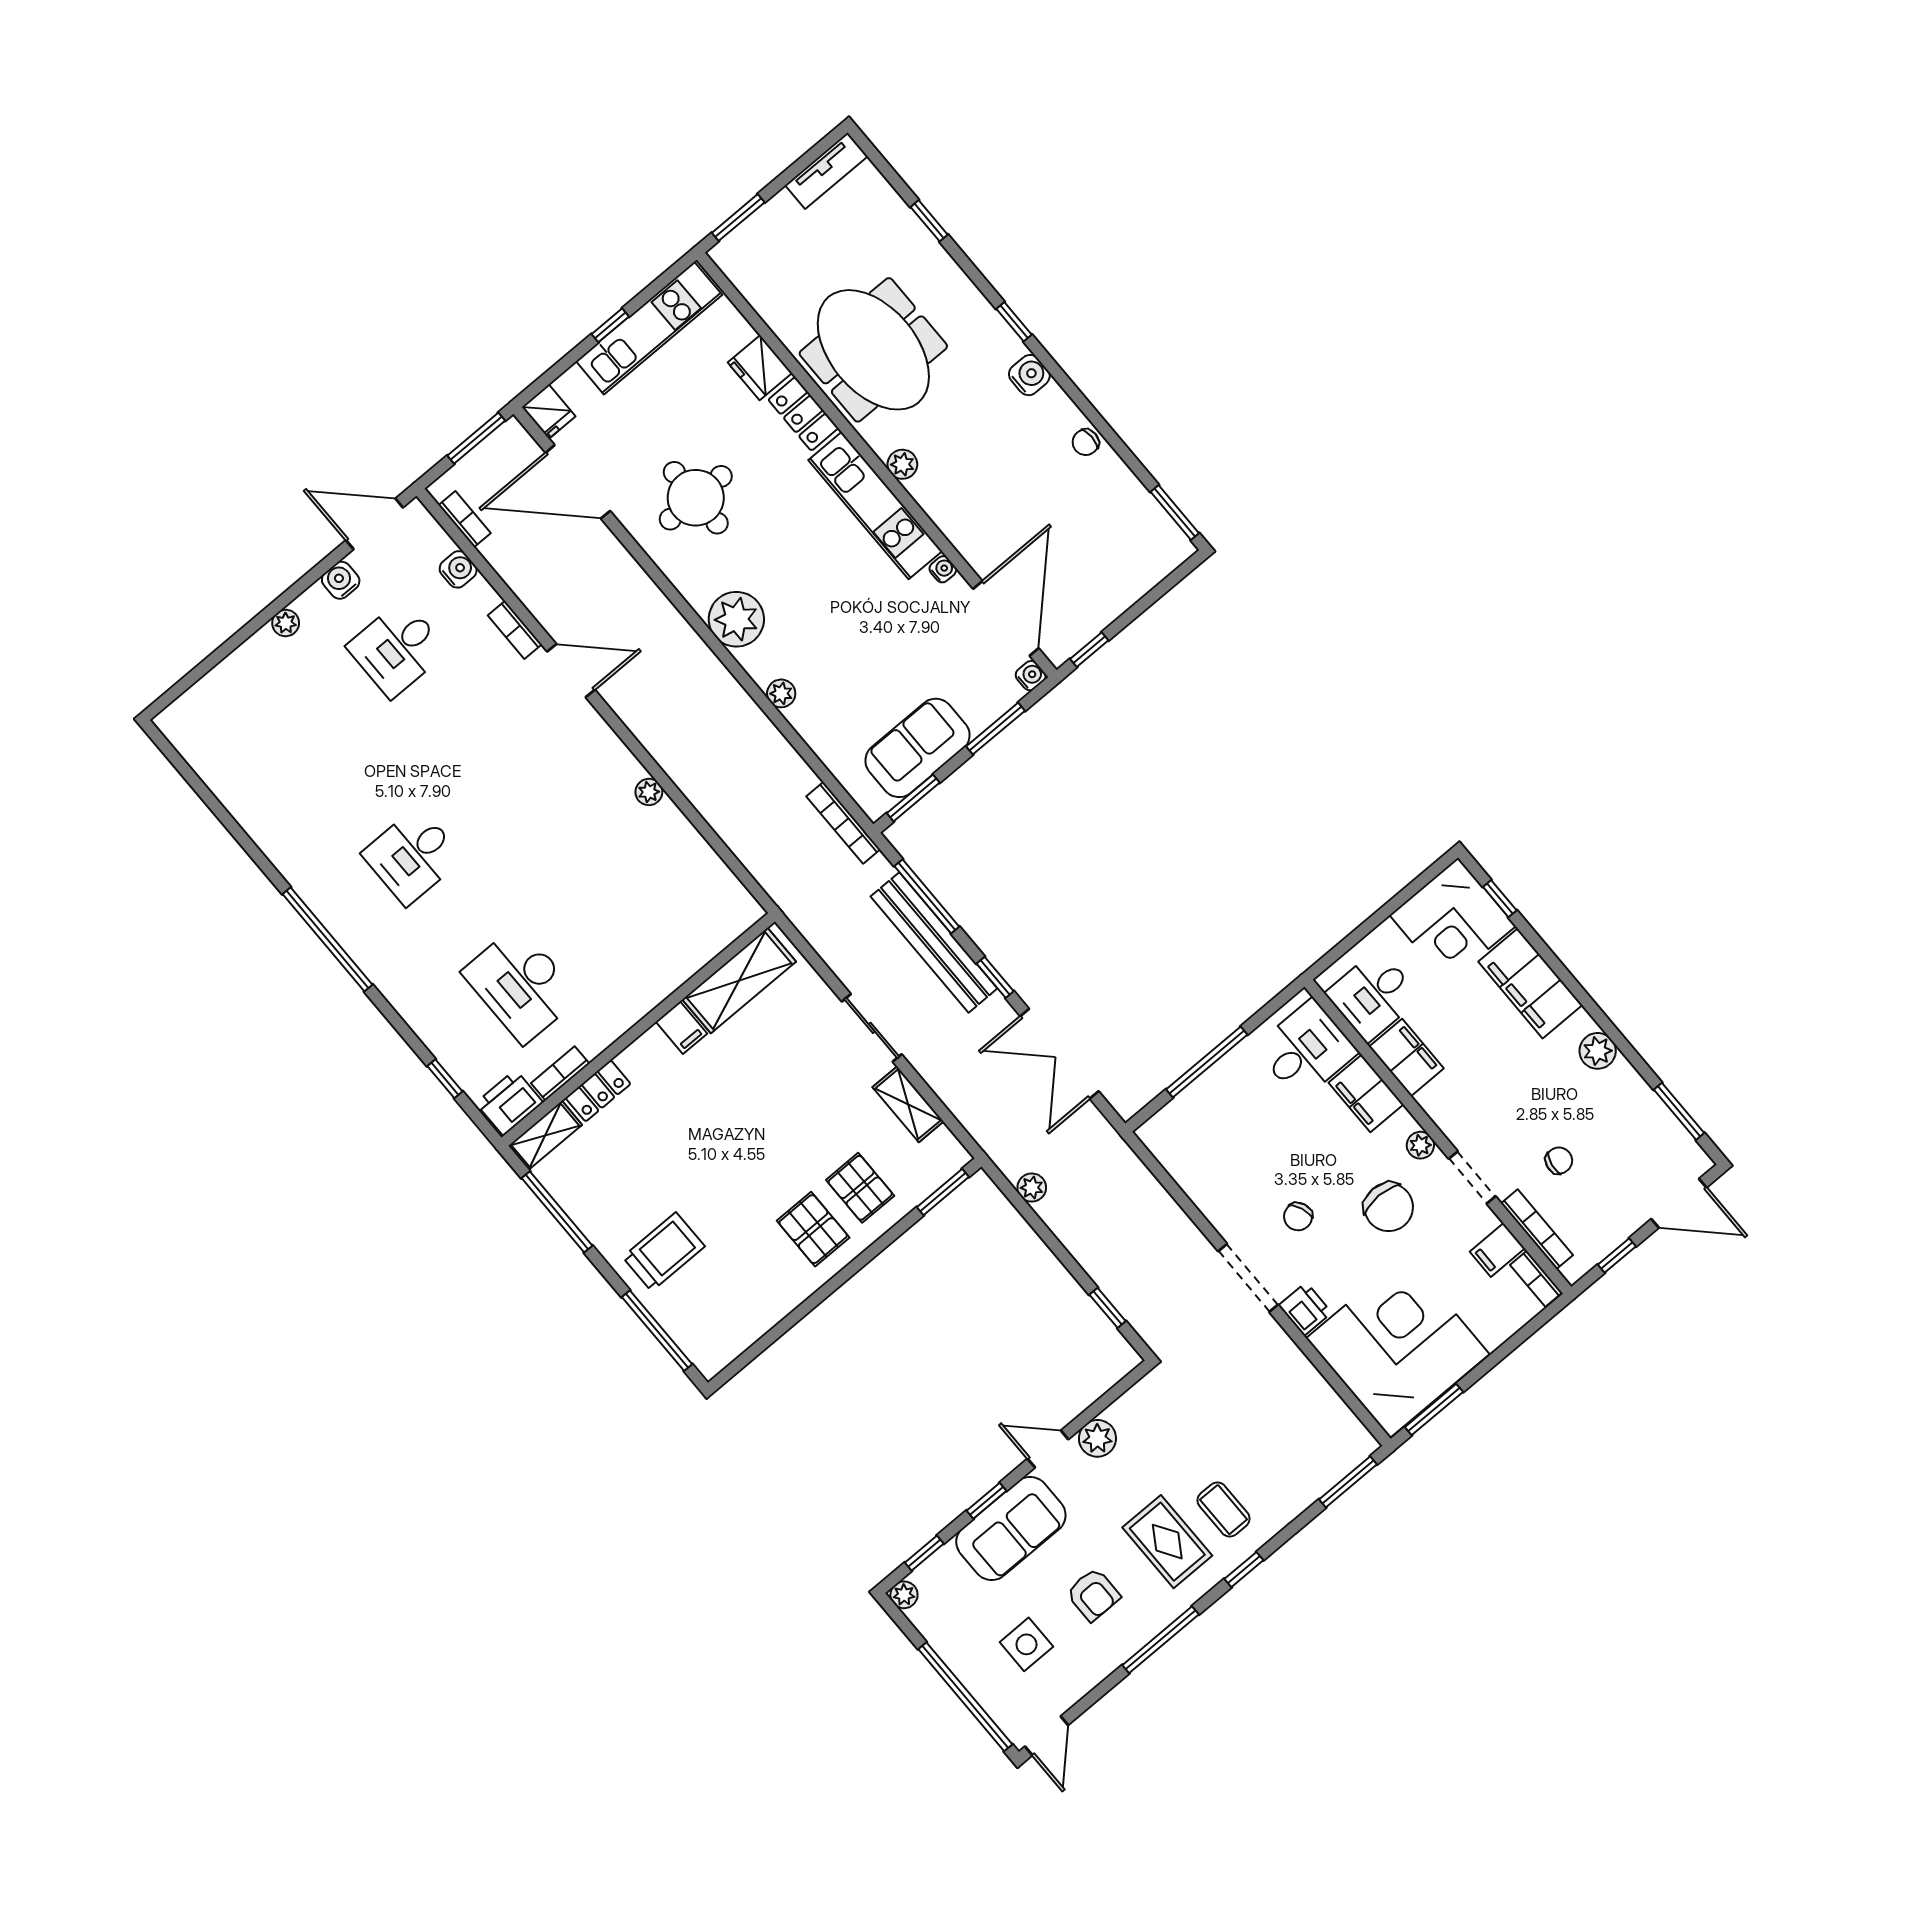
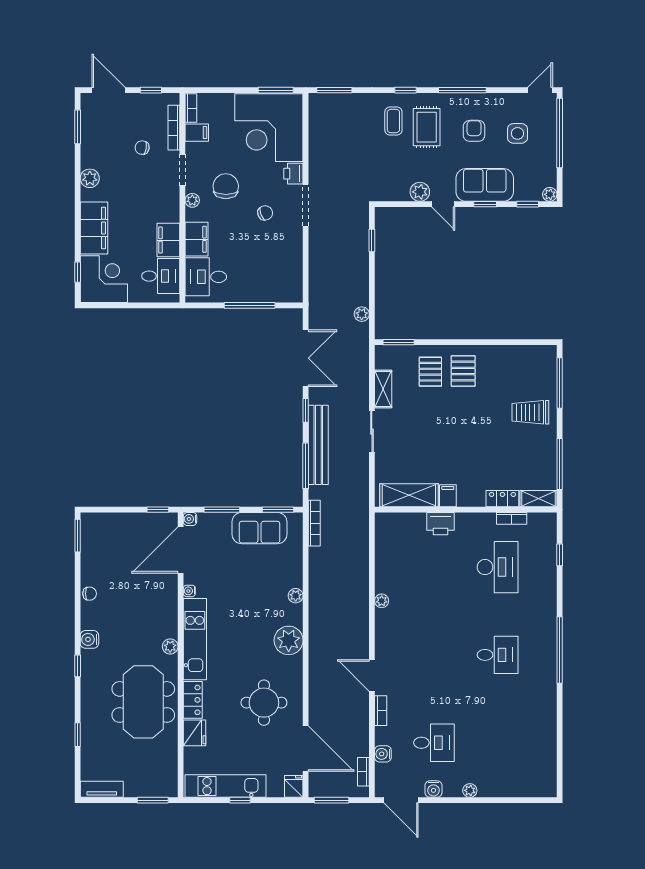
printer: (509, 1103) -> (441, 524), moved

